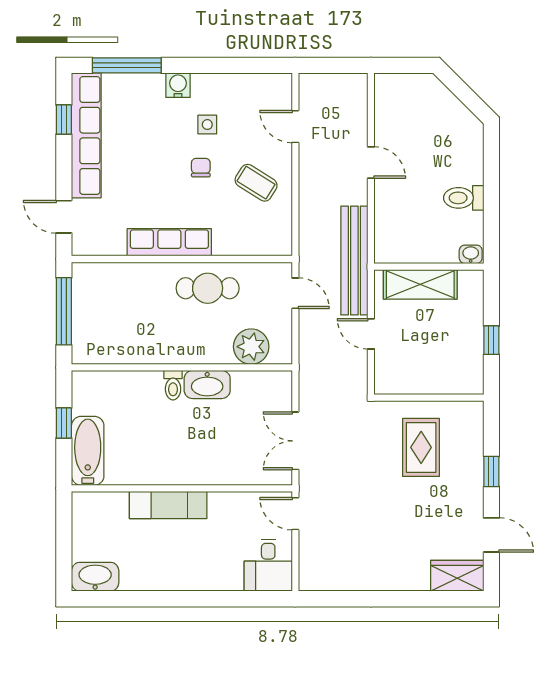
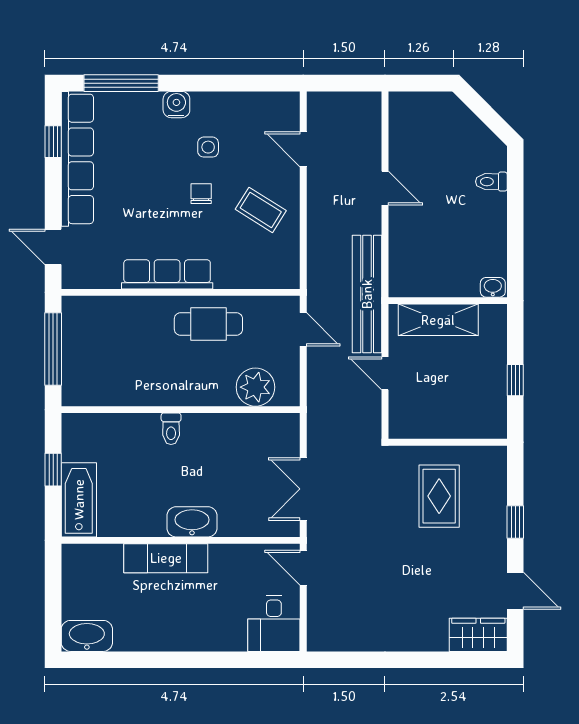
toilet: (464, 198) -> (491, 182), moved, width x0.73, depth x0.72
washbasin: (207, 384) -> (192, 522), moved, turned 180

